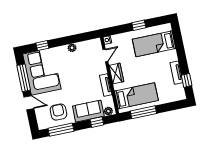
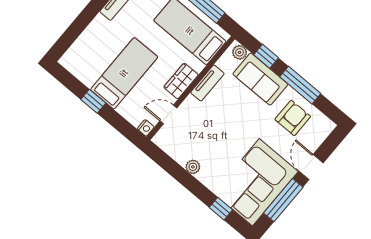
bed: (154, 44) -> (124, 73), moved, turned -90
armchair: (58, 112) -> (293, 118), turned 180
window: (61, 130) -> (300, 85), moved

